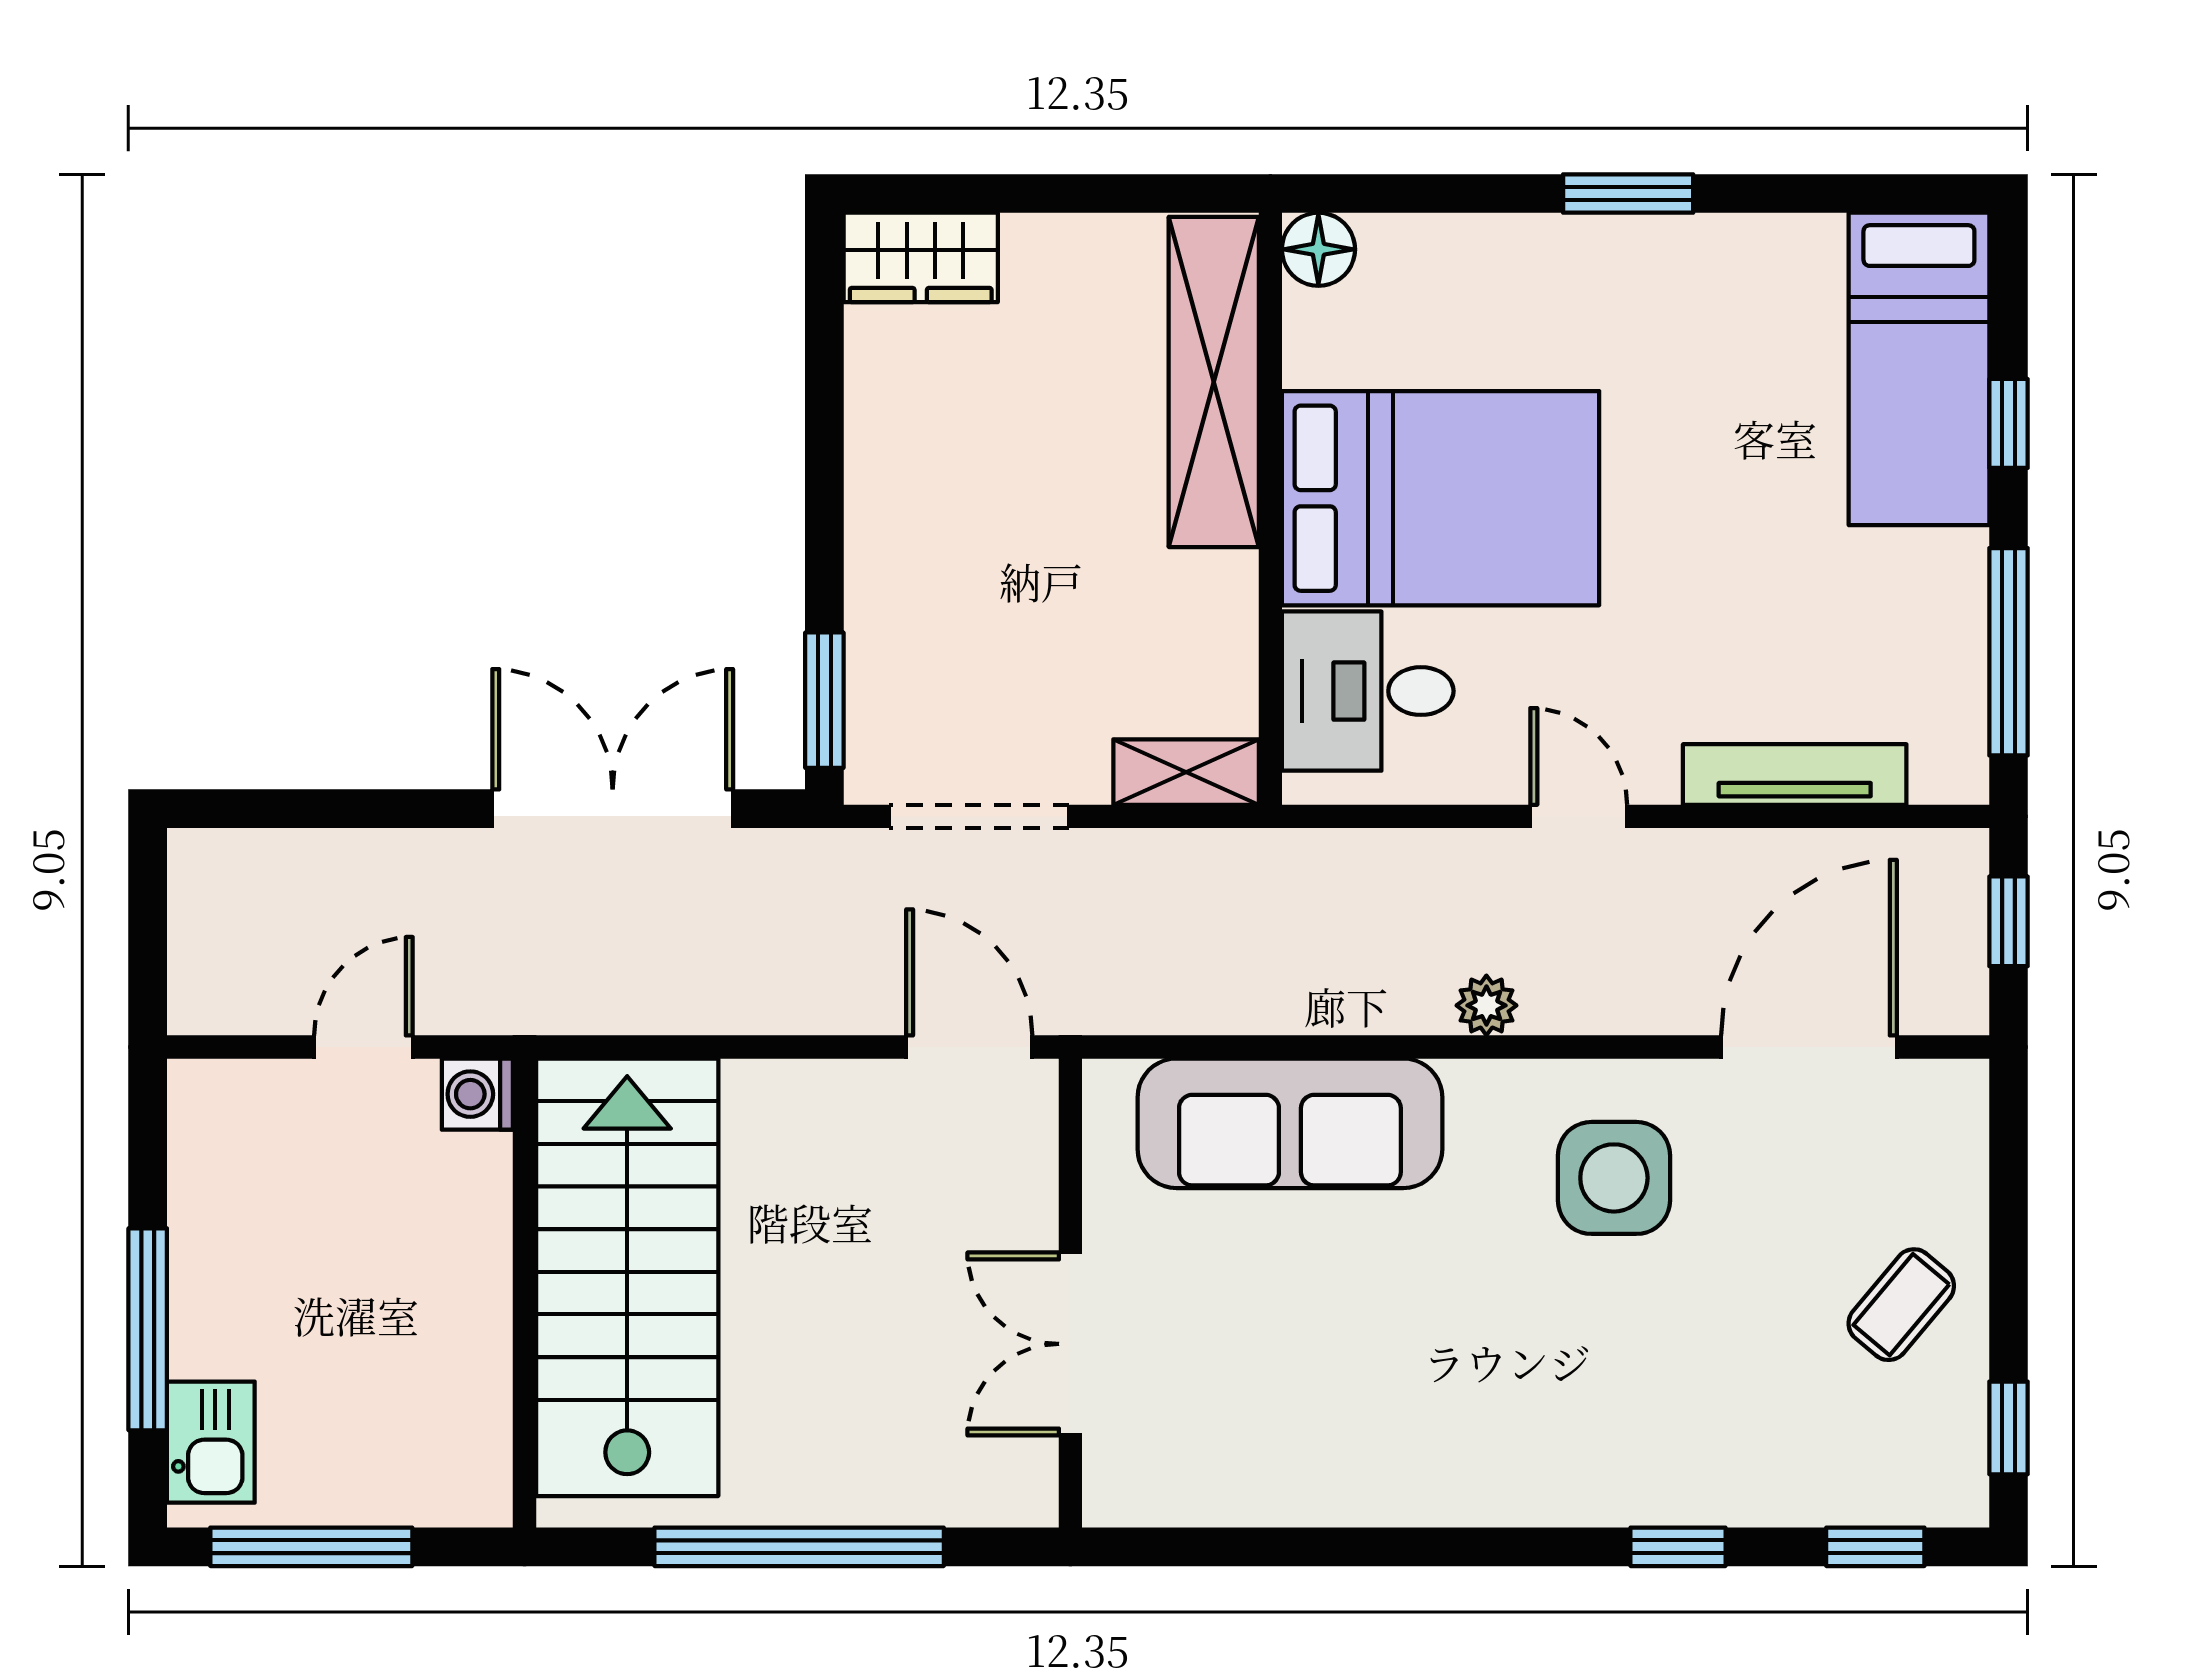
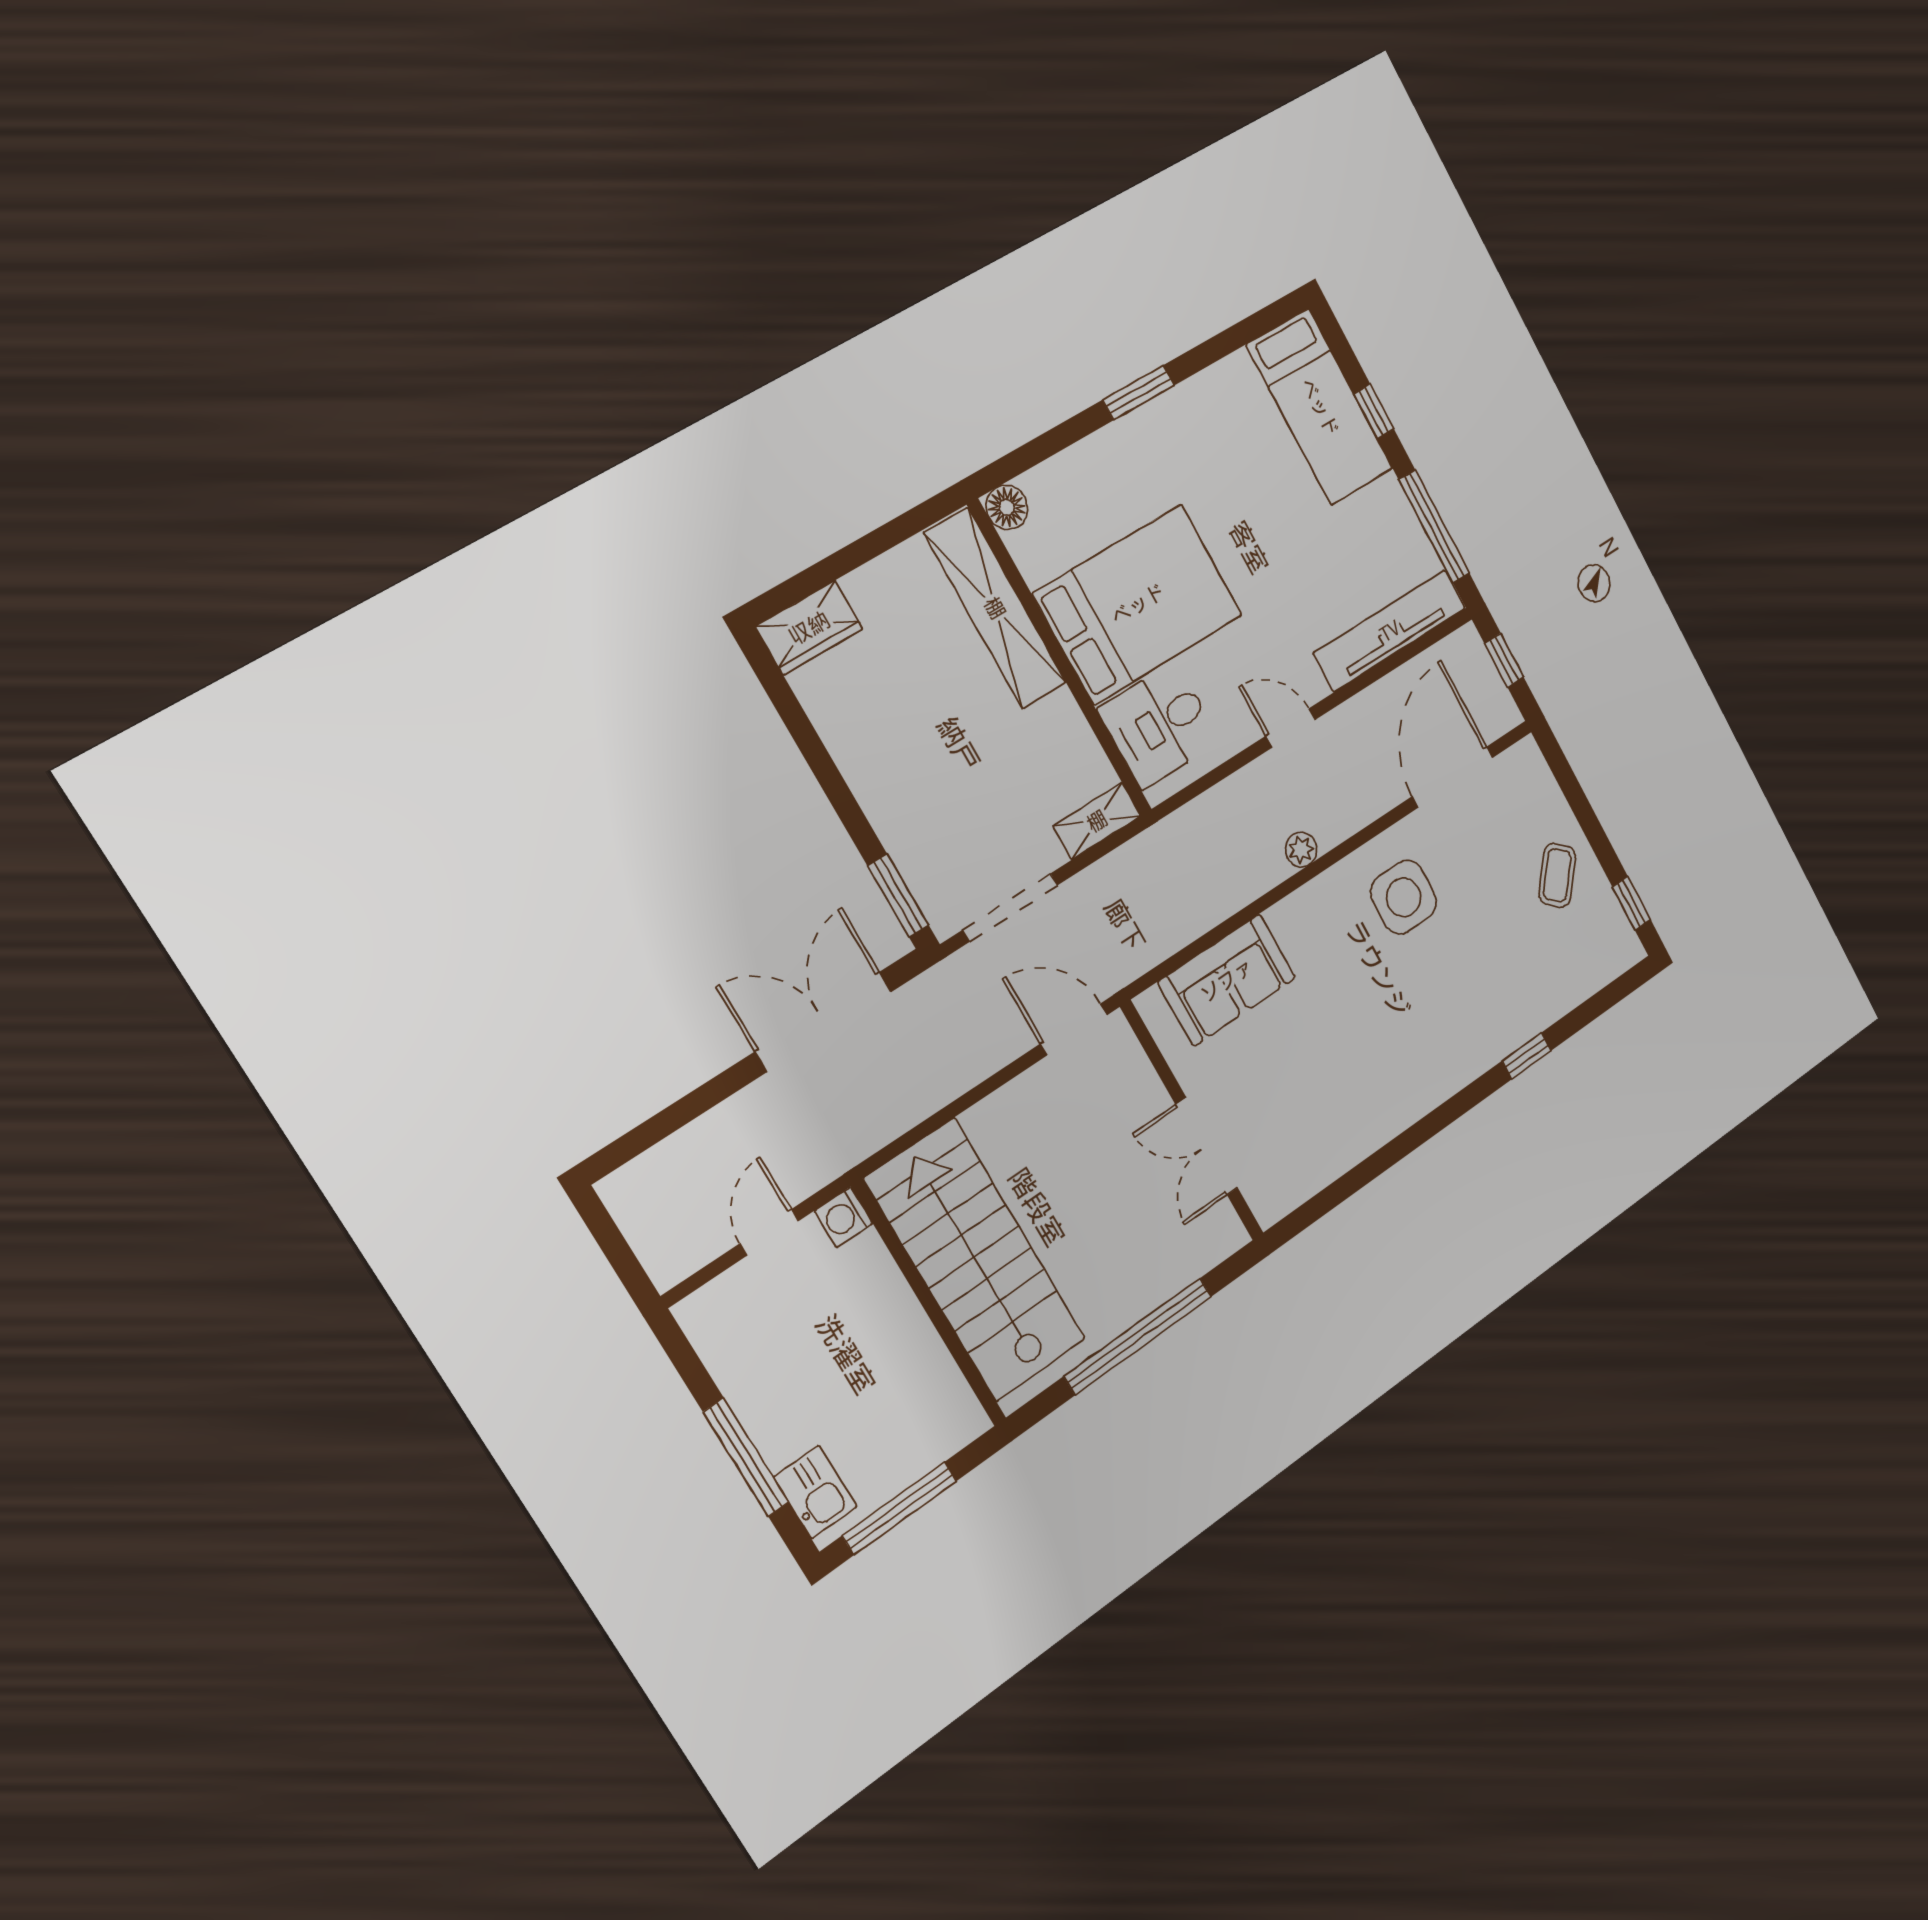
tv unit: (1795, 775) -> (1390, 631), width x1.36, depth x1.29
sofa: (1290, 1123) -> (1227, 980), width x0.73
window: (1875, 1547) -> (1607, 998), removed

